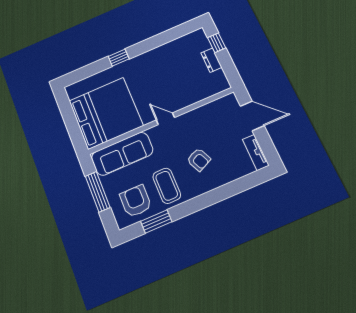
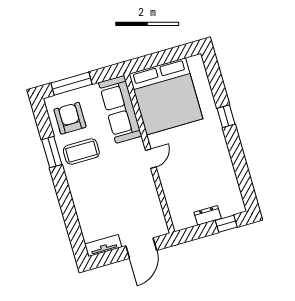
armchair: (199, 160) -> (104, 187), removed
window: (98, 192) -> (71, 84), moved
armchair: (136, 201) -> (70, 118), turned -90
window: (156, 221) -> (52, 152), moved

